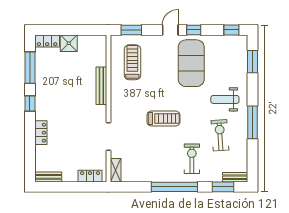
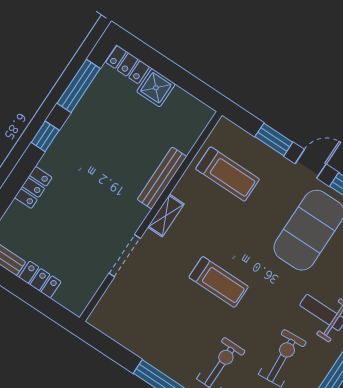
window: (131, 30) -> (274, 139), moved
treadmill: (132, 62) -> (228, 174), turned 90
shelving: (116, 170) -> (166, 216), moved
locker: (90, 176) -> (40, 280), moved

